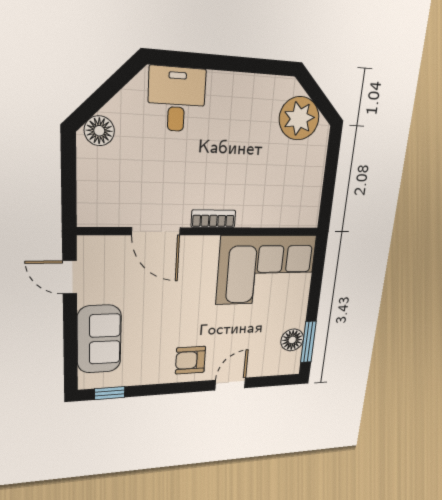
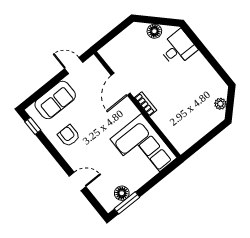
plant: (299, 118) -> (220, 104), width x0.53, depth x0.53
floor lamp: (99, 131) -> (154, 31), moved
door: (70, 277) -> (74, 65), hinge flipped
armchair: (190, 360) -> (69, 136), moved

